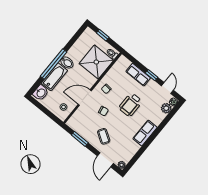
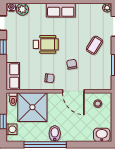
washing machine: (93, 36) -> (12, 129), added
window: (54, 64) -> (45, 145), moved
row of seats: (138, 75) -> (13, 76), moved
bathtub: (54, 77) -> (77, 134), removed

